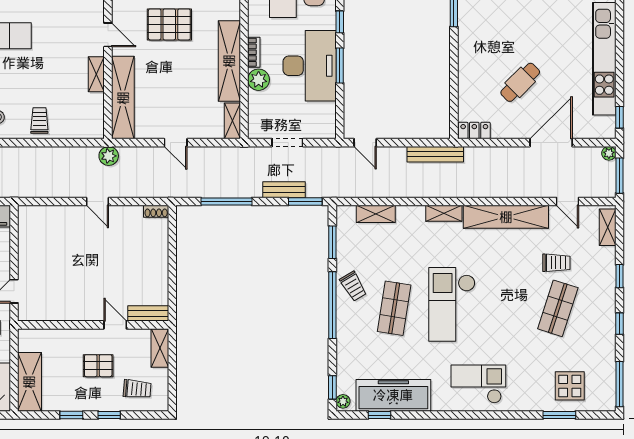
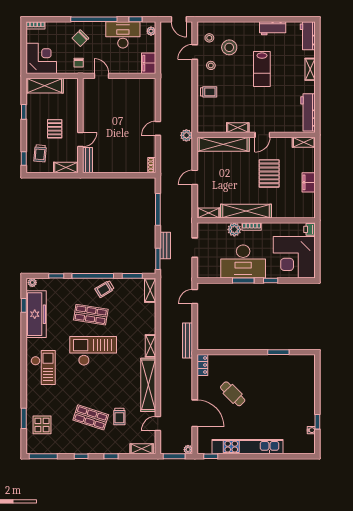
shelving: (376, 214) -> (150, 290), moved
window: (332, 387) -> (56, 276), moved
window: (109, 415) -> (24, 158), moved

